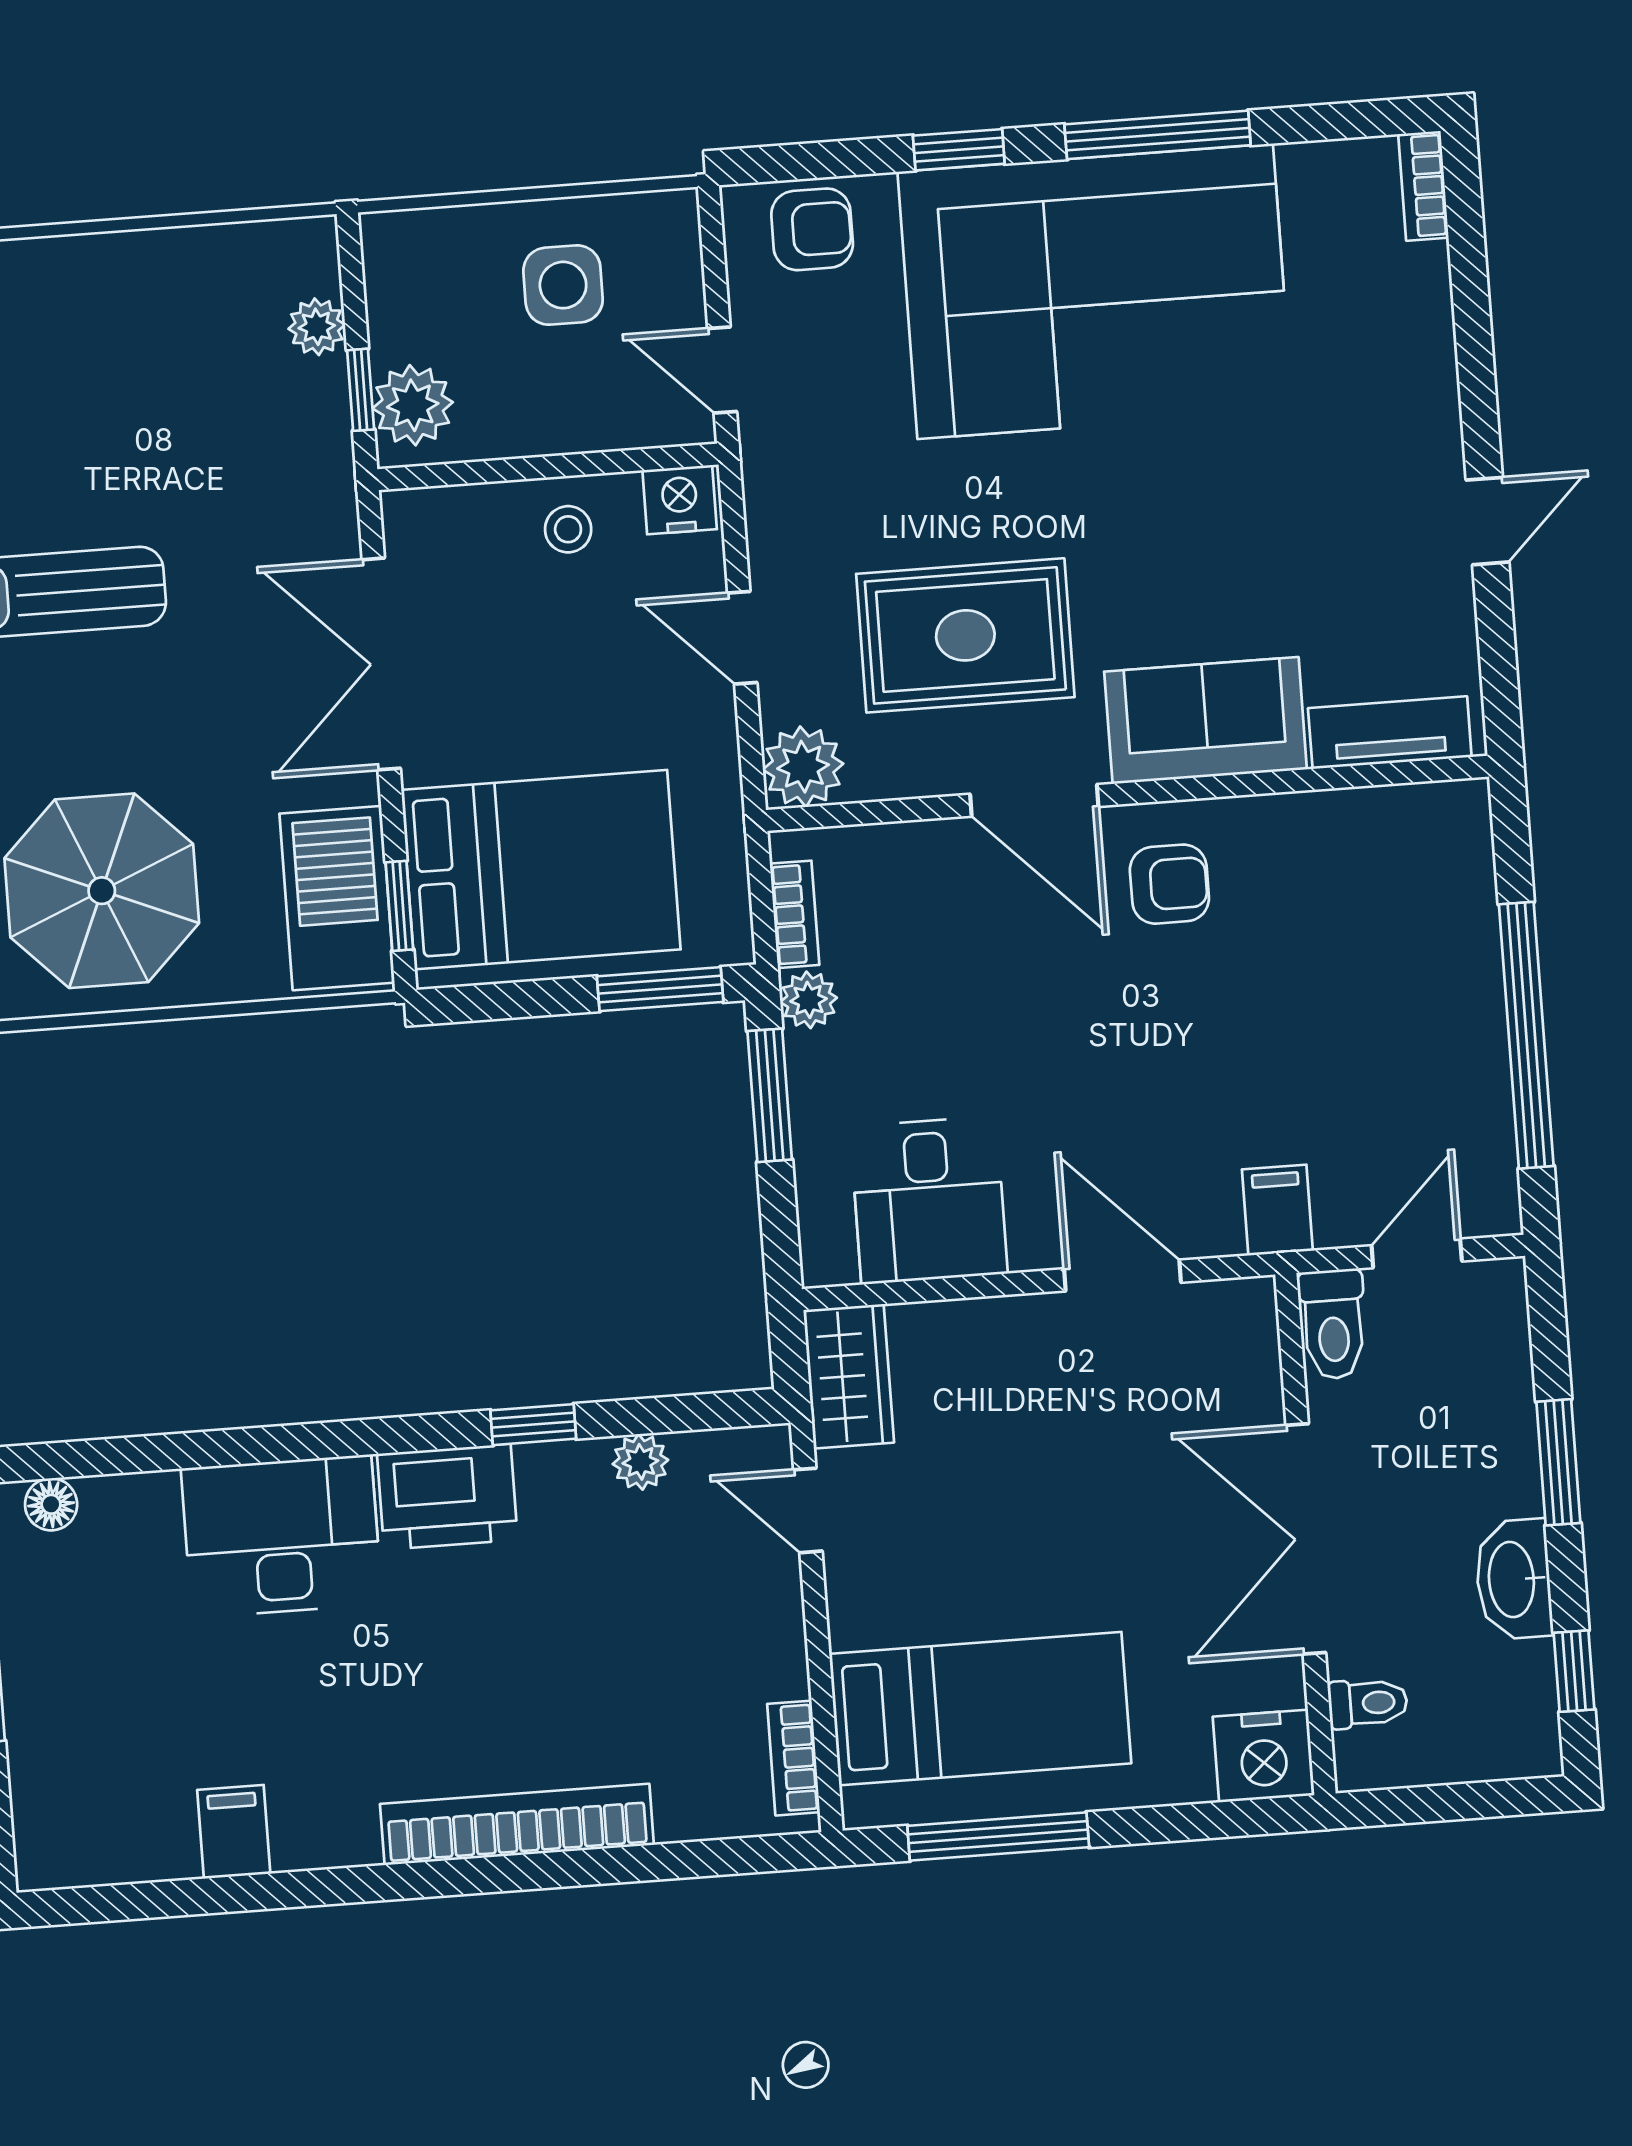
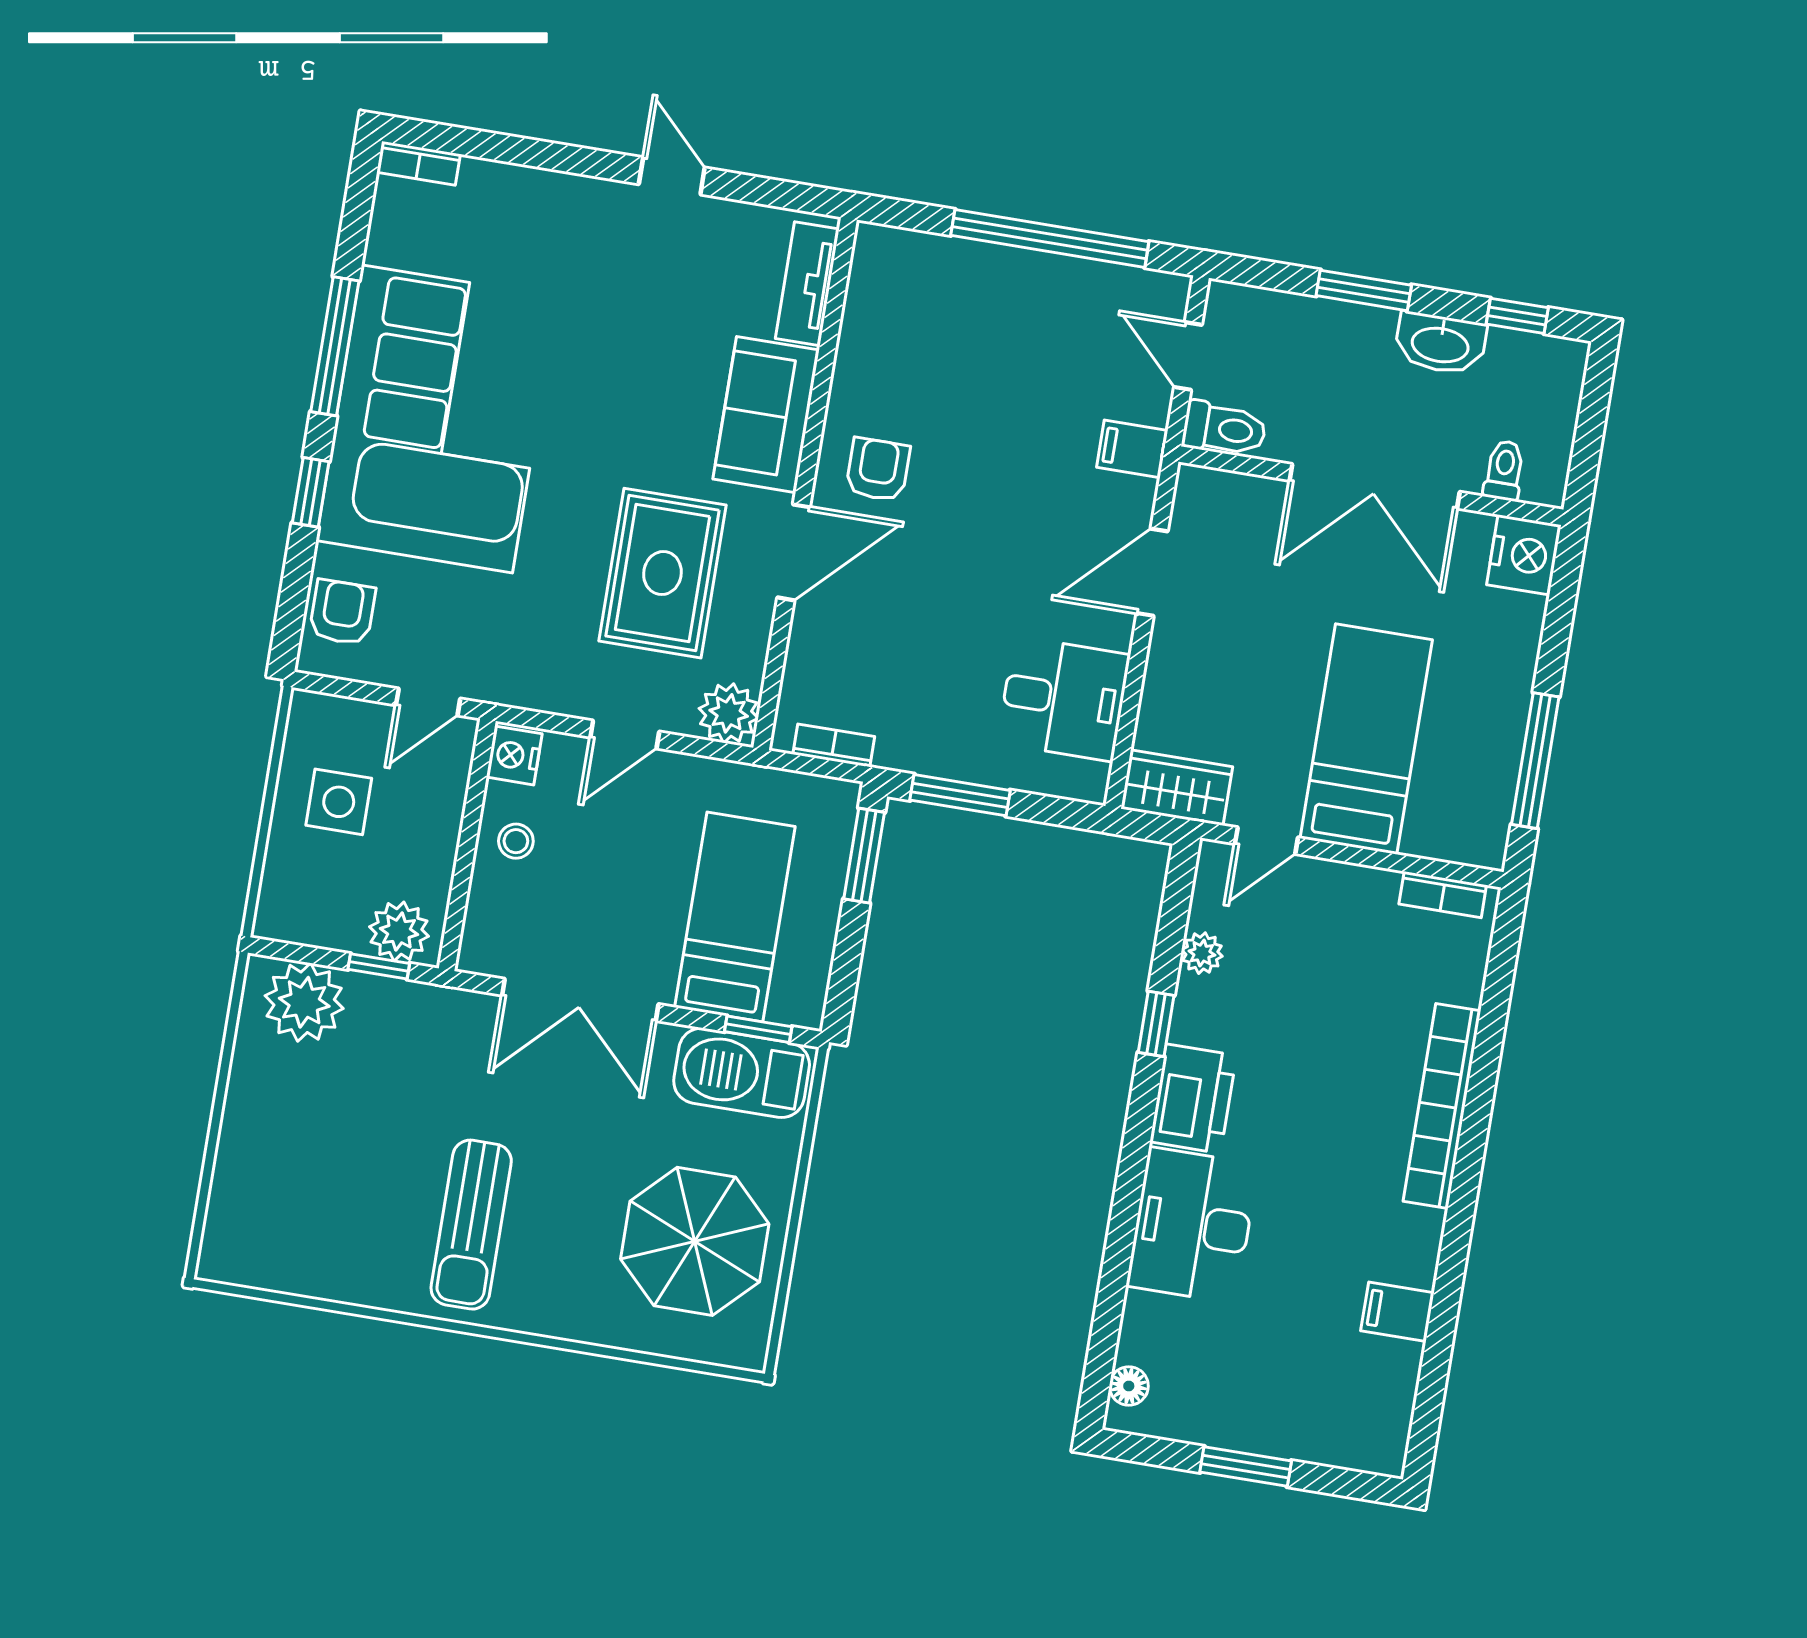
plant: (317, 327) -> (304, 1002), width x1.88, depth x1.88
bed: (541, 870) -> (735, 917), width x0.67
plant: (809, 1000) -> (898, 750), removed
bed: (980, 1709) -> (1366, 739), moved

